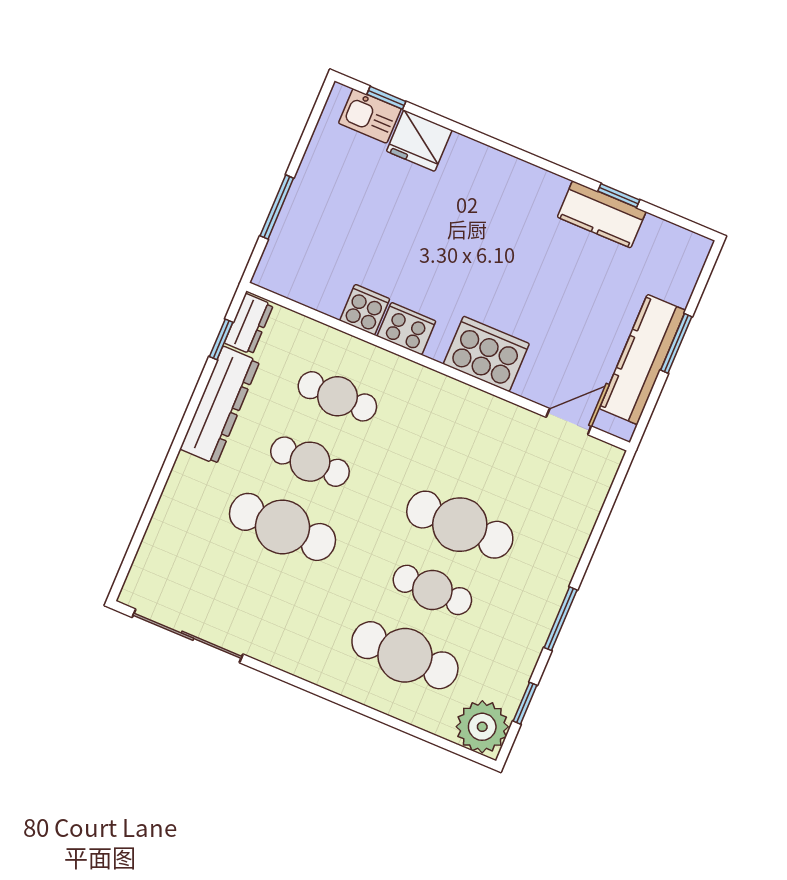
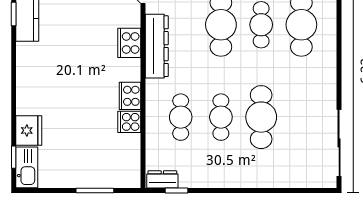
kitchen sink: (370, 116) -> (27, 167), width x1.38
cooker: (486, 354) -> (129, 43), width x0.73, depth x0.76
dresser: (220, 405) -> (157, 46), moved, turned 90

